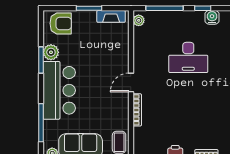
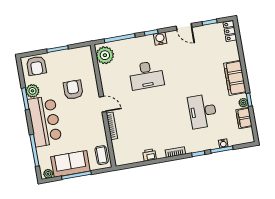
fireplace: (111, 16) -> (77, 53), removed
plant: (139, 20) -> (105, 55), width x1.87, depth x1.87
armchair: (61, 23) -> (36, 66), turned 90
armchair: (99, 59) -> (73, 90), added
door: (131, 83) -> (103, 104), swing flipped

